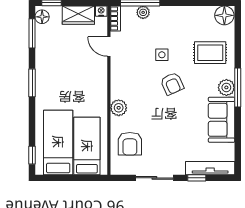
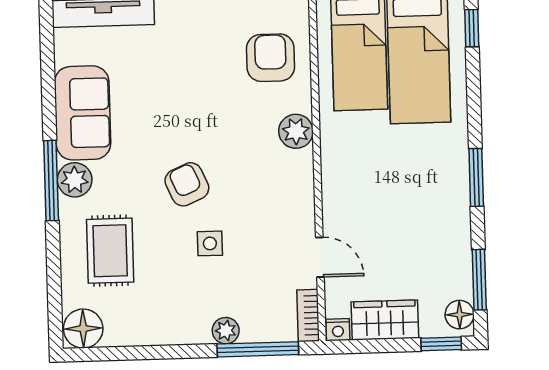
plant: (143, 12) -> (226, 331), moved
rug: (210, 53) -> (110, 251), turned 90

